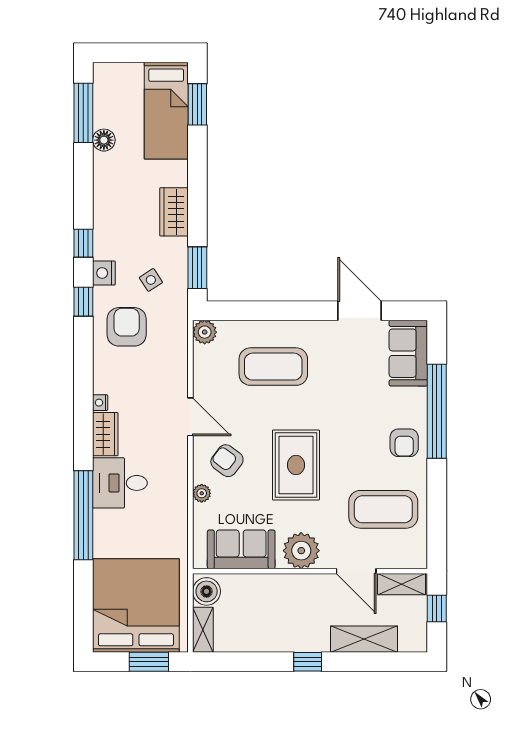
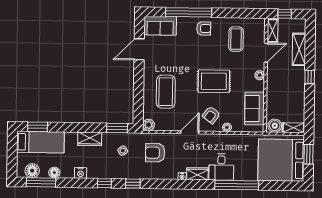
floor lamp: (107, 95) -> (32, 171), added
nightstand: (104, 273) -> (81, 173), moved
armchair: (127, 327) -> (155, 153), moved
coffee table: (383, 509) -> (236, 39), width x0.73, depth x0.76
plant: (301, 551) -> (260, 75), width x0.53, depth x0.53

